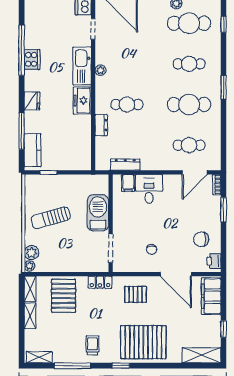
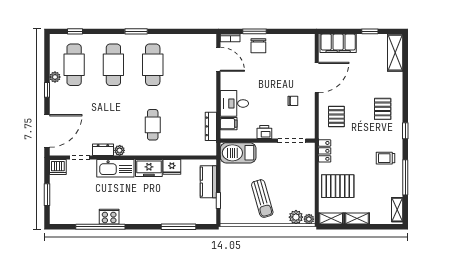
cafe table: (189, 64) -> (113, 65), width x1.37, depth x1.35
fridge: (32, 101) -> (172, 167), moved, turned 180
dresser: (101, 125) -> (103, 150), moved
cafe table: (189, 145) -> (192, 65), removed
kitchen counter: (33, 150) -> (208, 182), moved, turned -90
barbecue: (98, 213) -> (238, 153), moved
chair: (201, 239) -> (258, 46), moved
printer: (214, 261) -> (264, 132), moved, turned 180
pallet: (143, 342) -> (383, 109), width x0.49, depth x0.50

